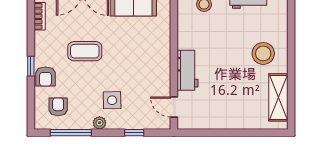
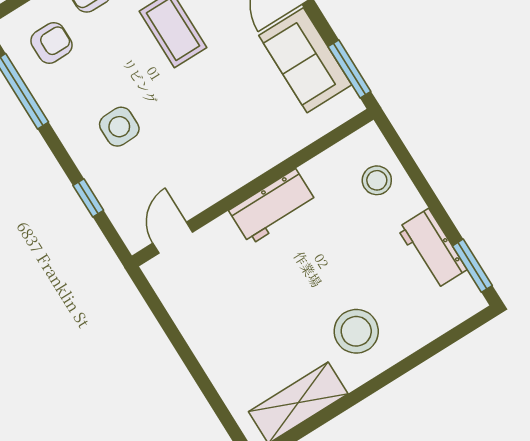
workbench: (188, 70) -> (273, 207), moved
plant: (99, 123) -> (68, 129), removed

